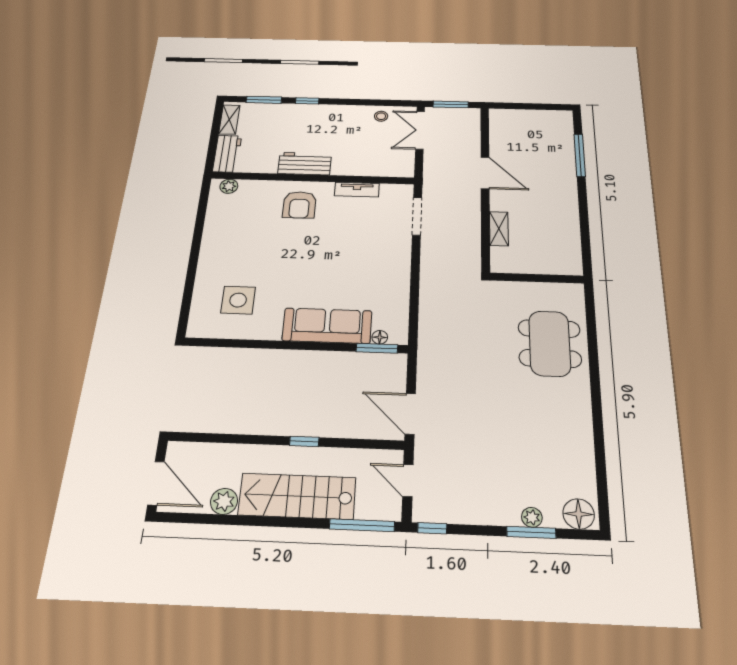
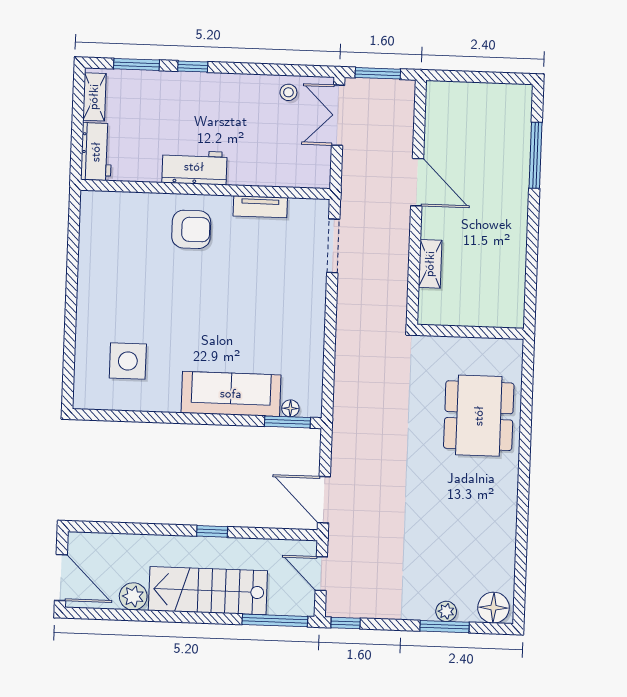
plant: (229, 186) -> (103, 202), removed
armchair: (299, 205) -> (191, 229), turned -90

